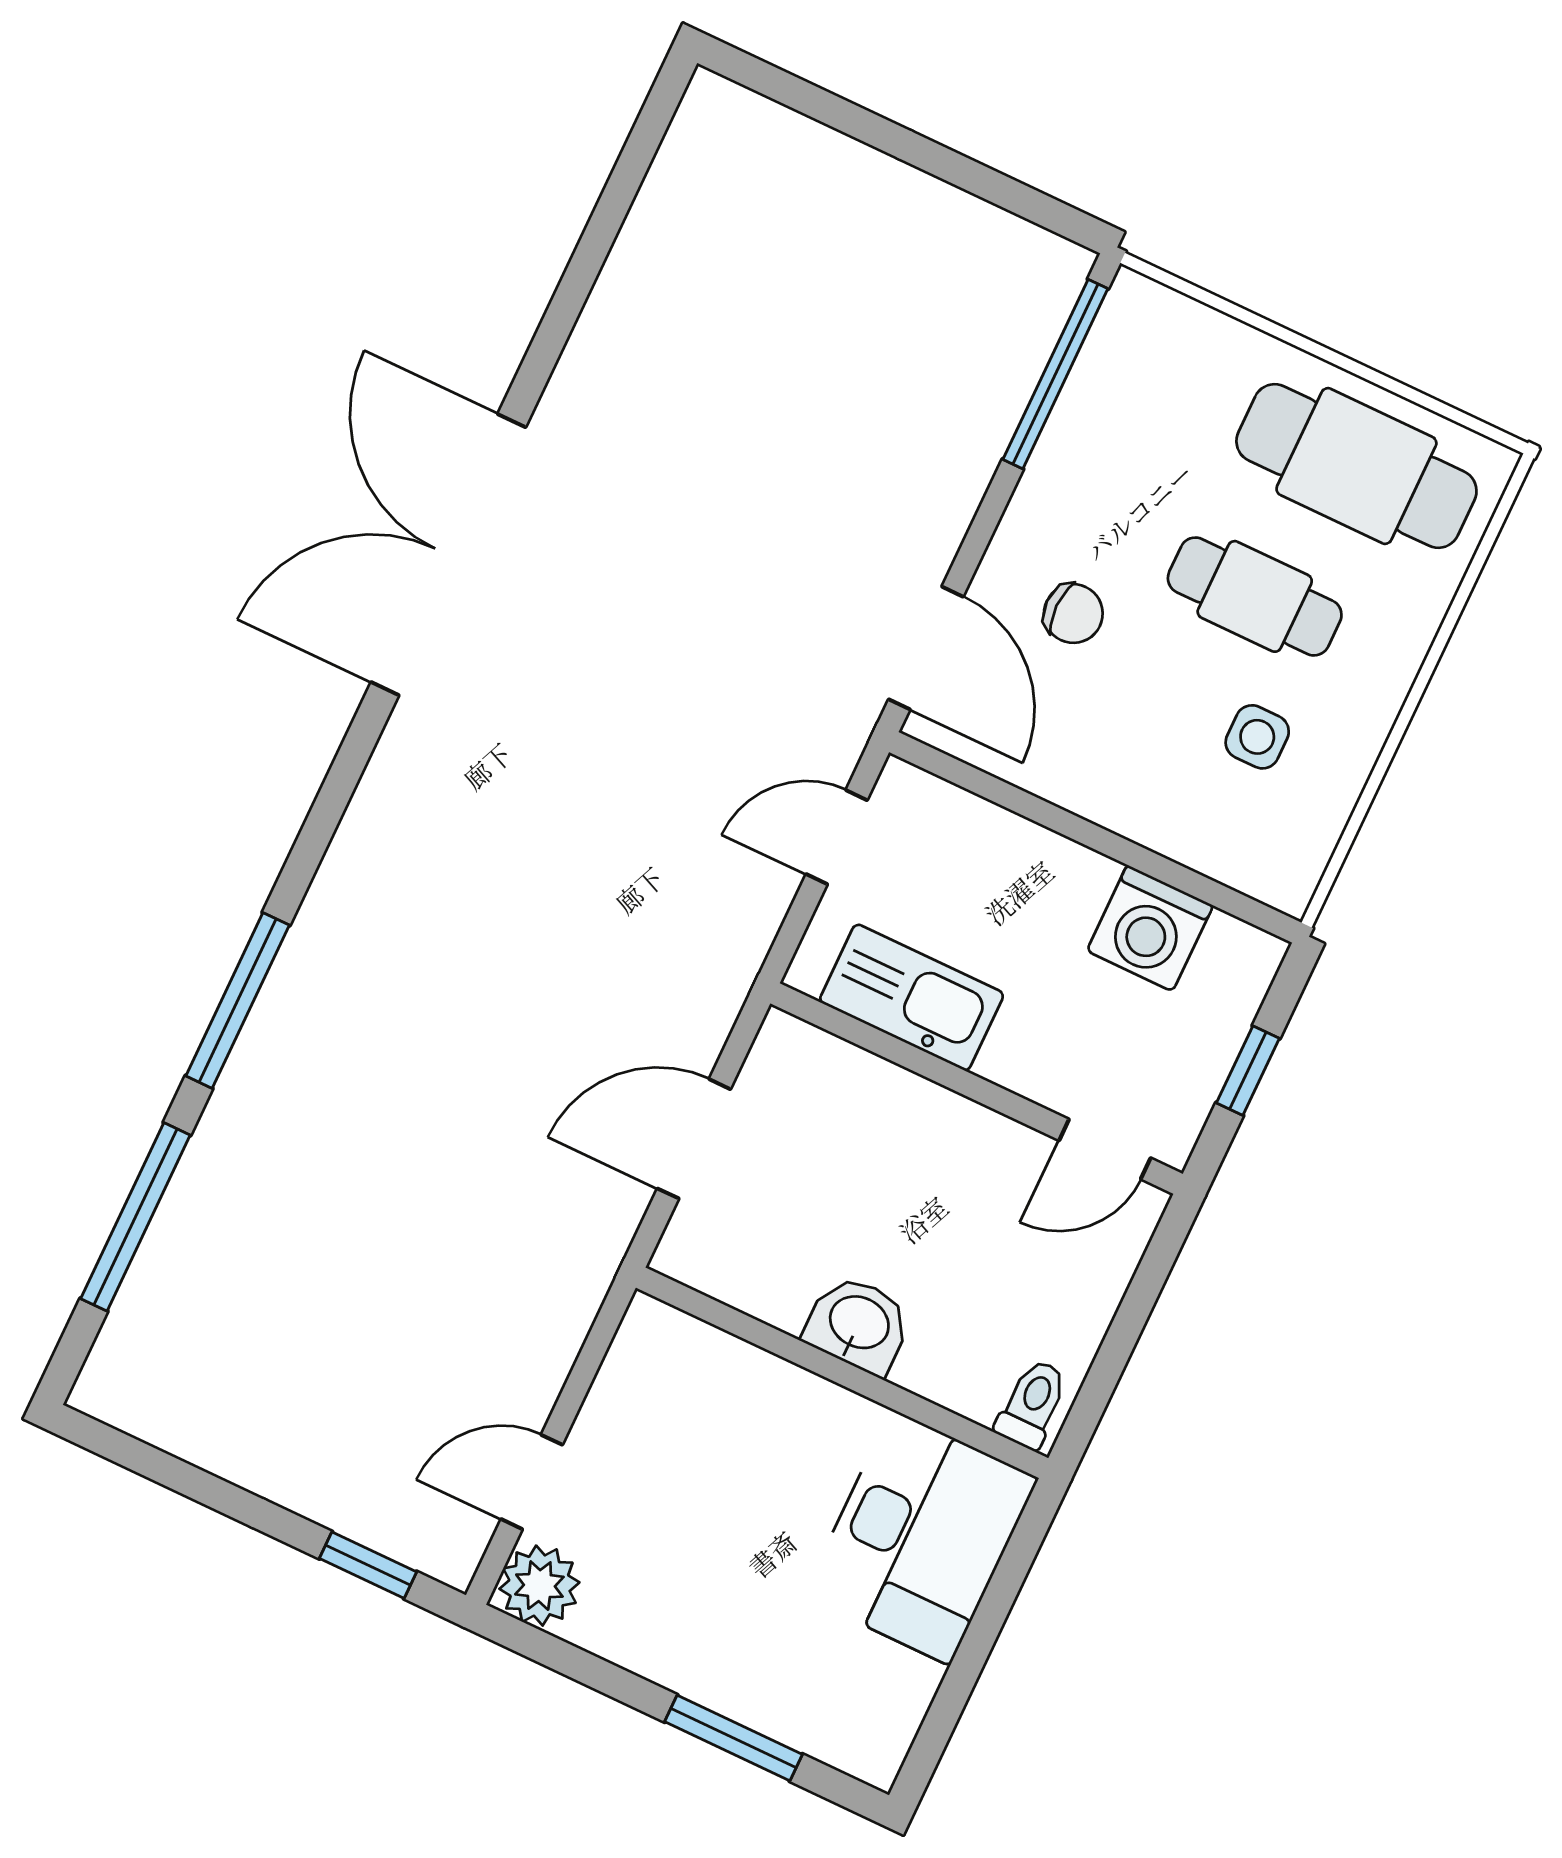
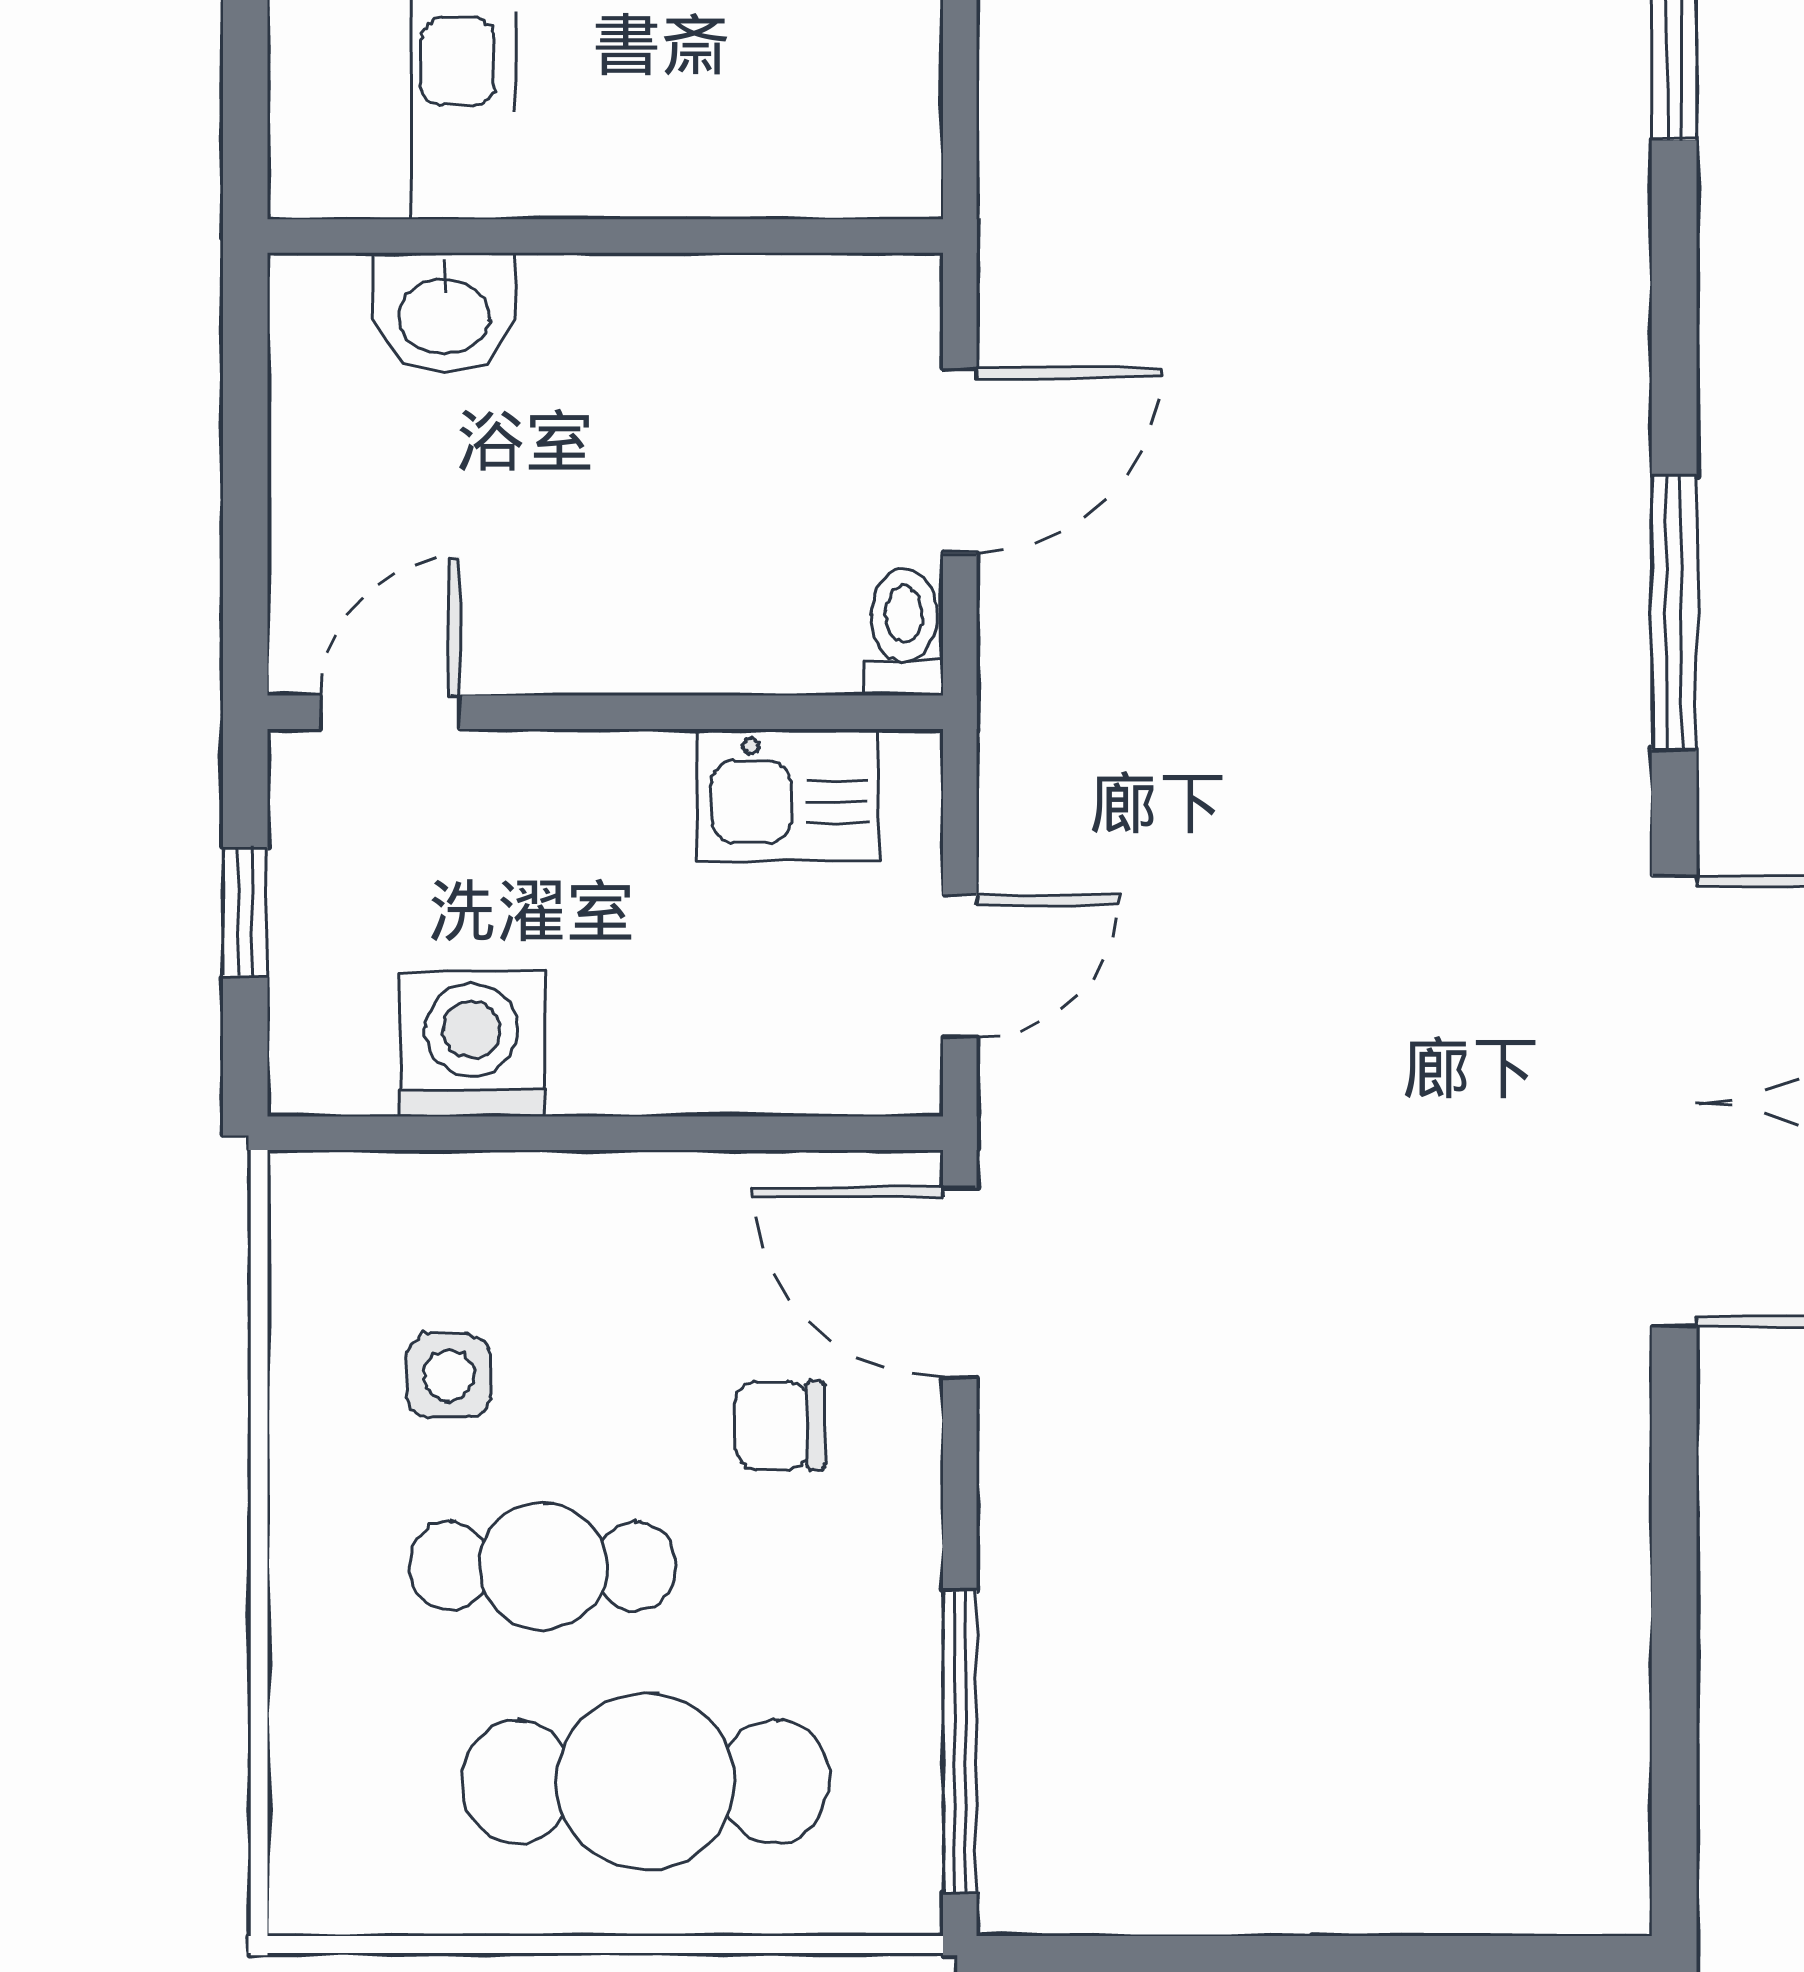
cafe table: (1356, 466) -> (646, 1782), moved
kitchen sink: (912, 997) -> (787, 795), width x0.73
window: (238, 1001) -> (1674, 613), moved
washbasin: (858, 1324) -> (444, 313), moved
toilet: (1032, 1404) -> (904, 632), moved, turned 180

